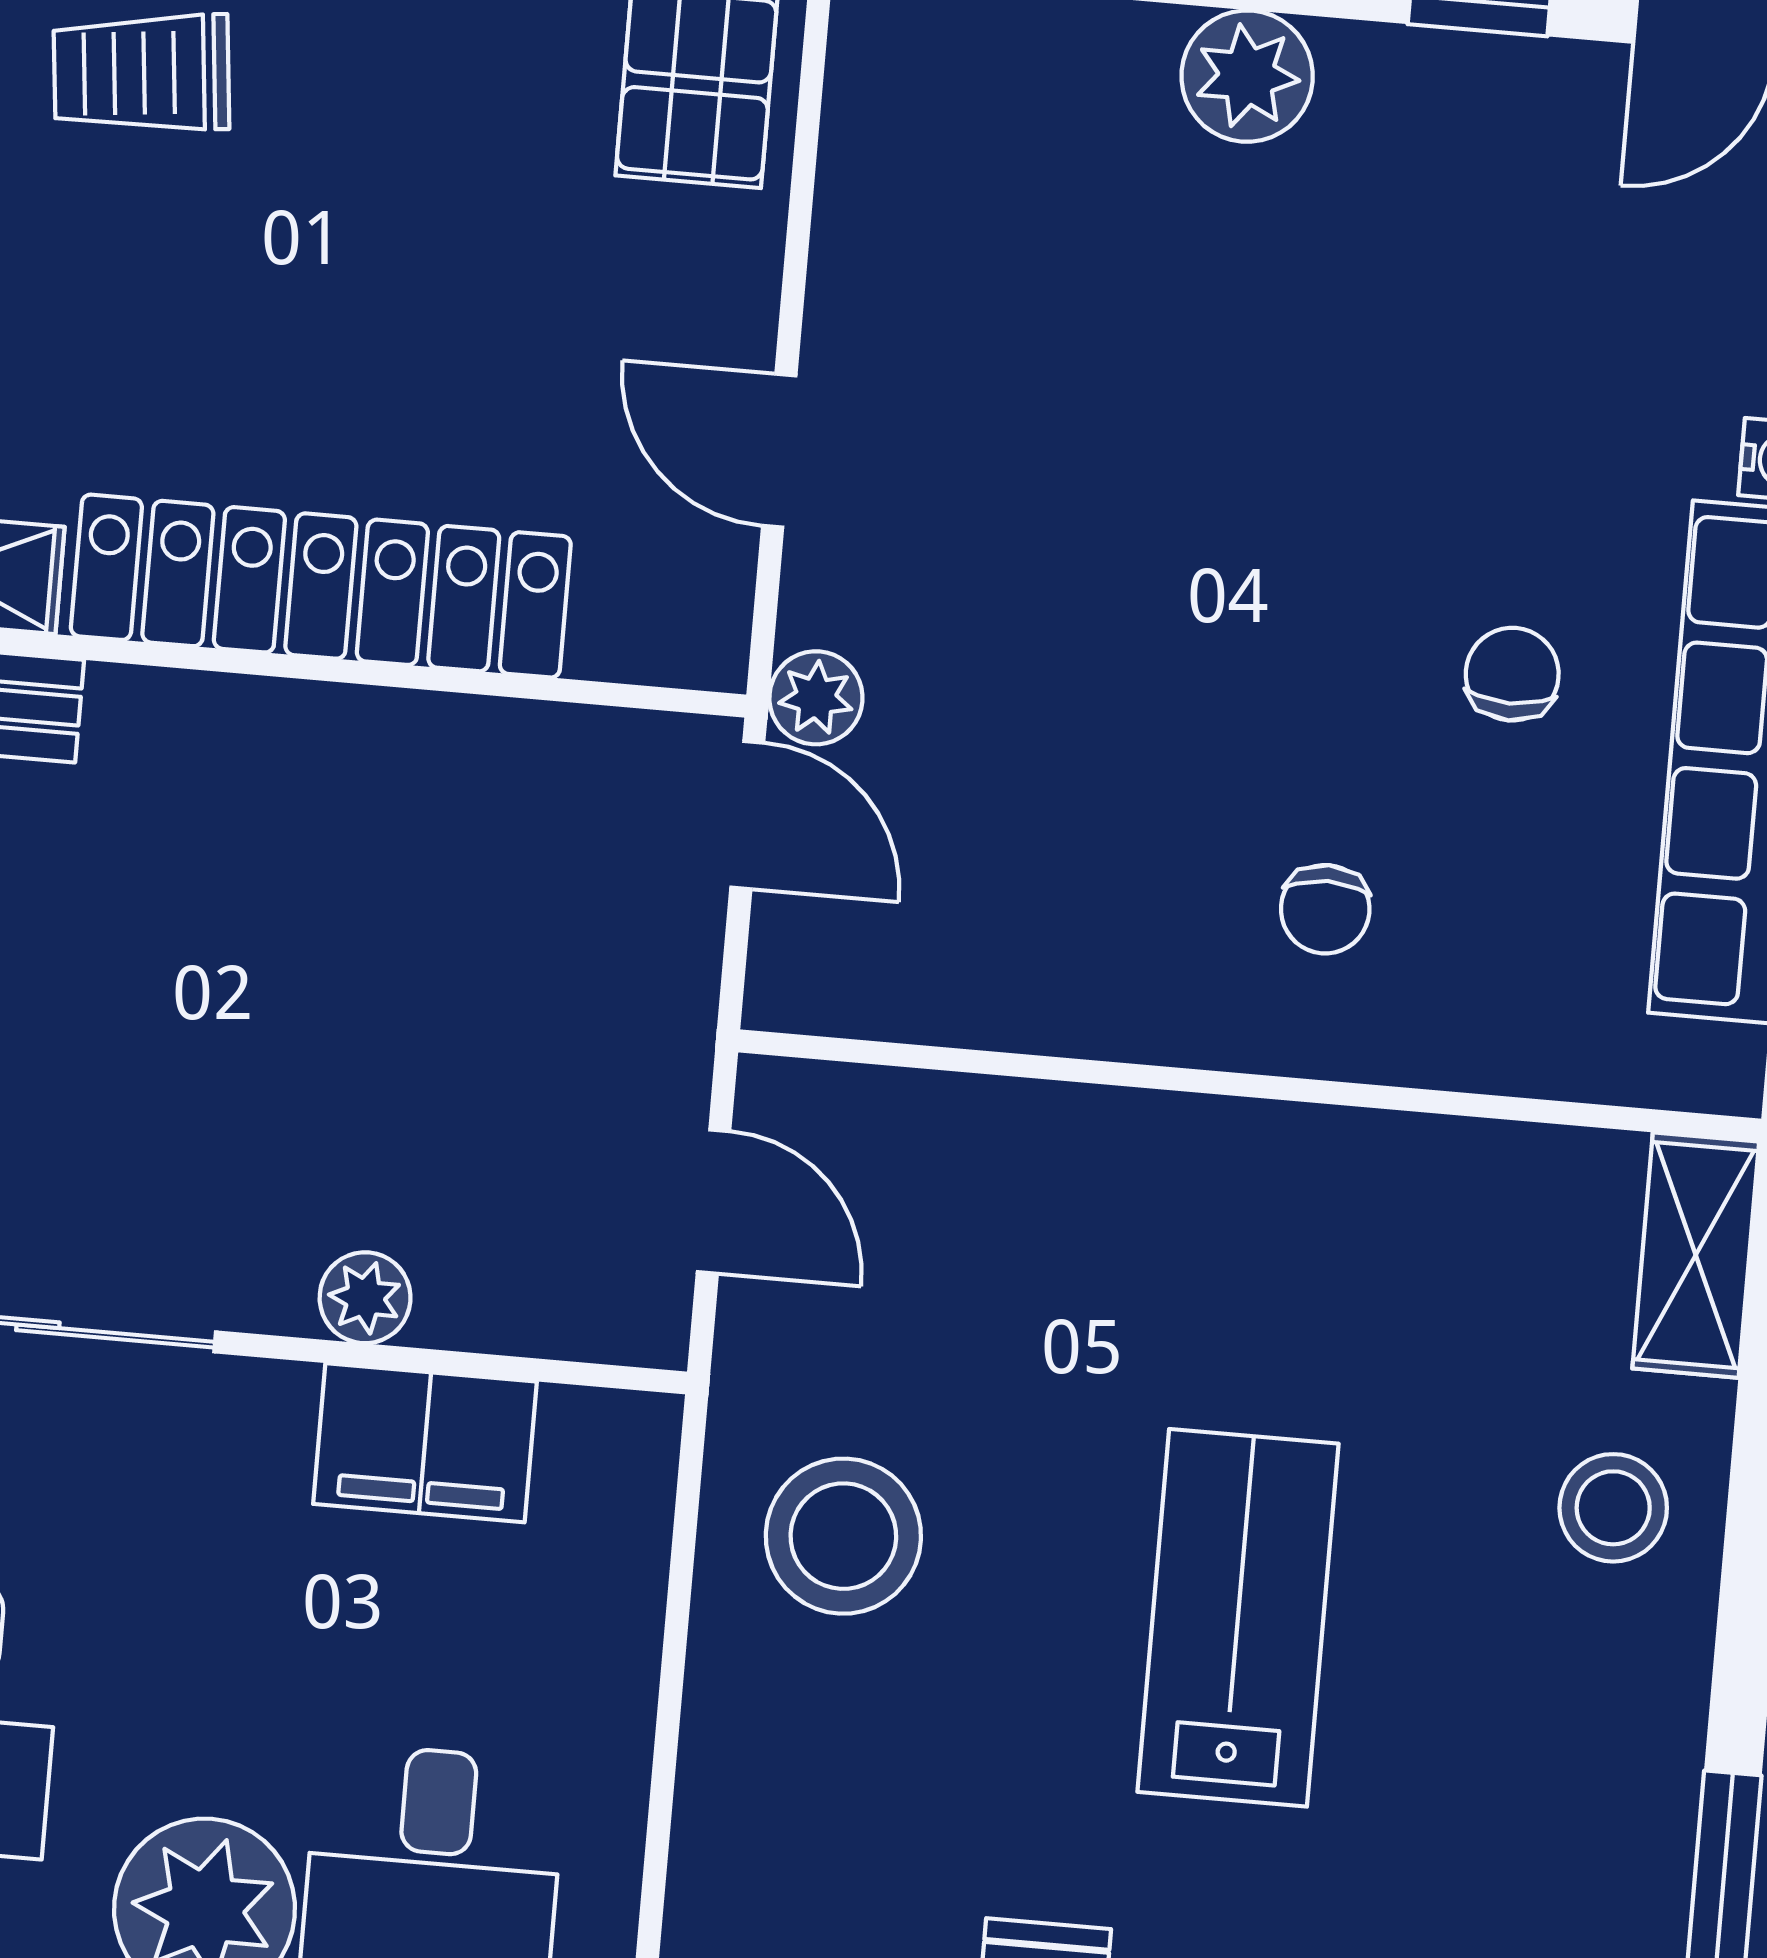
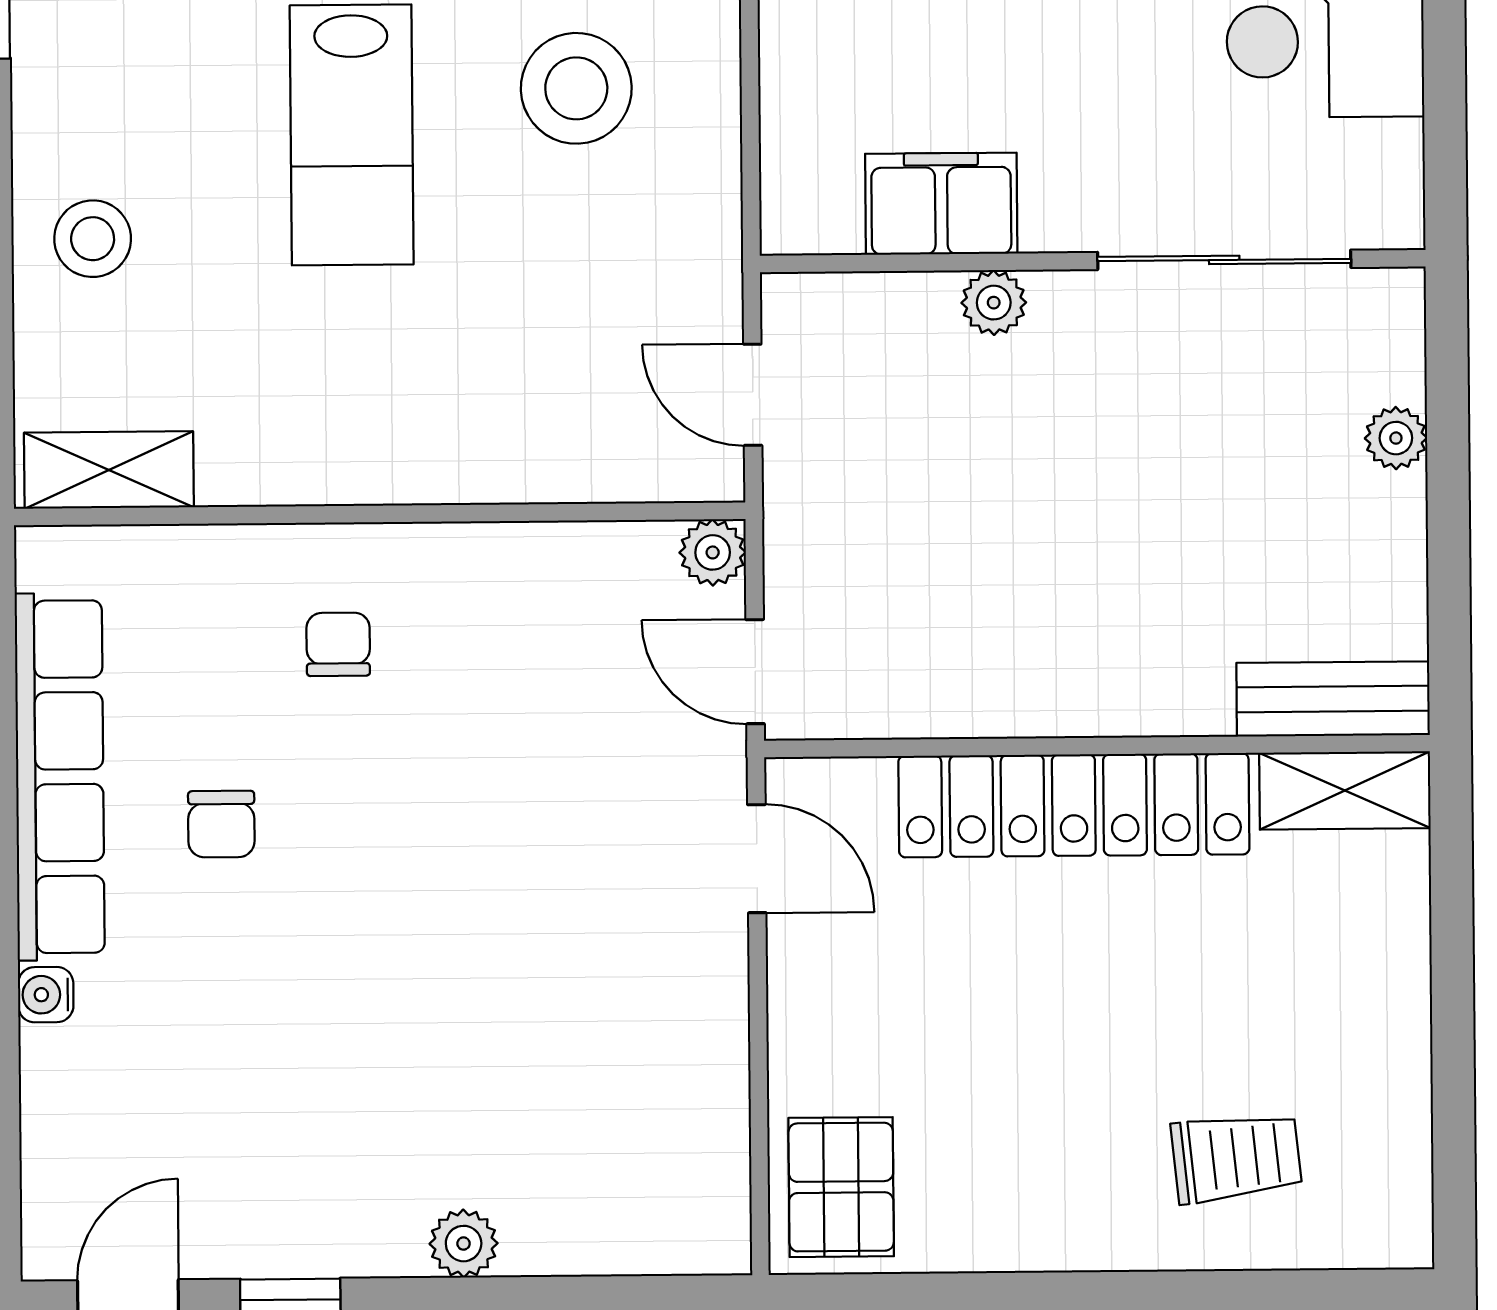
plant: (1247, 76) -> (464, 1244), width x0.73, depth x0.73
door: (779, 451) -> (757, 859), moved
plant: (816, 698) -> (713, 552), moved
shelving: (1696, 1255) -> (109, 470), moved, turned 90
stool: (843, 1536) -> (576, 88), moved

